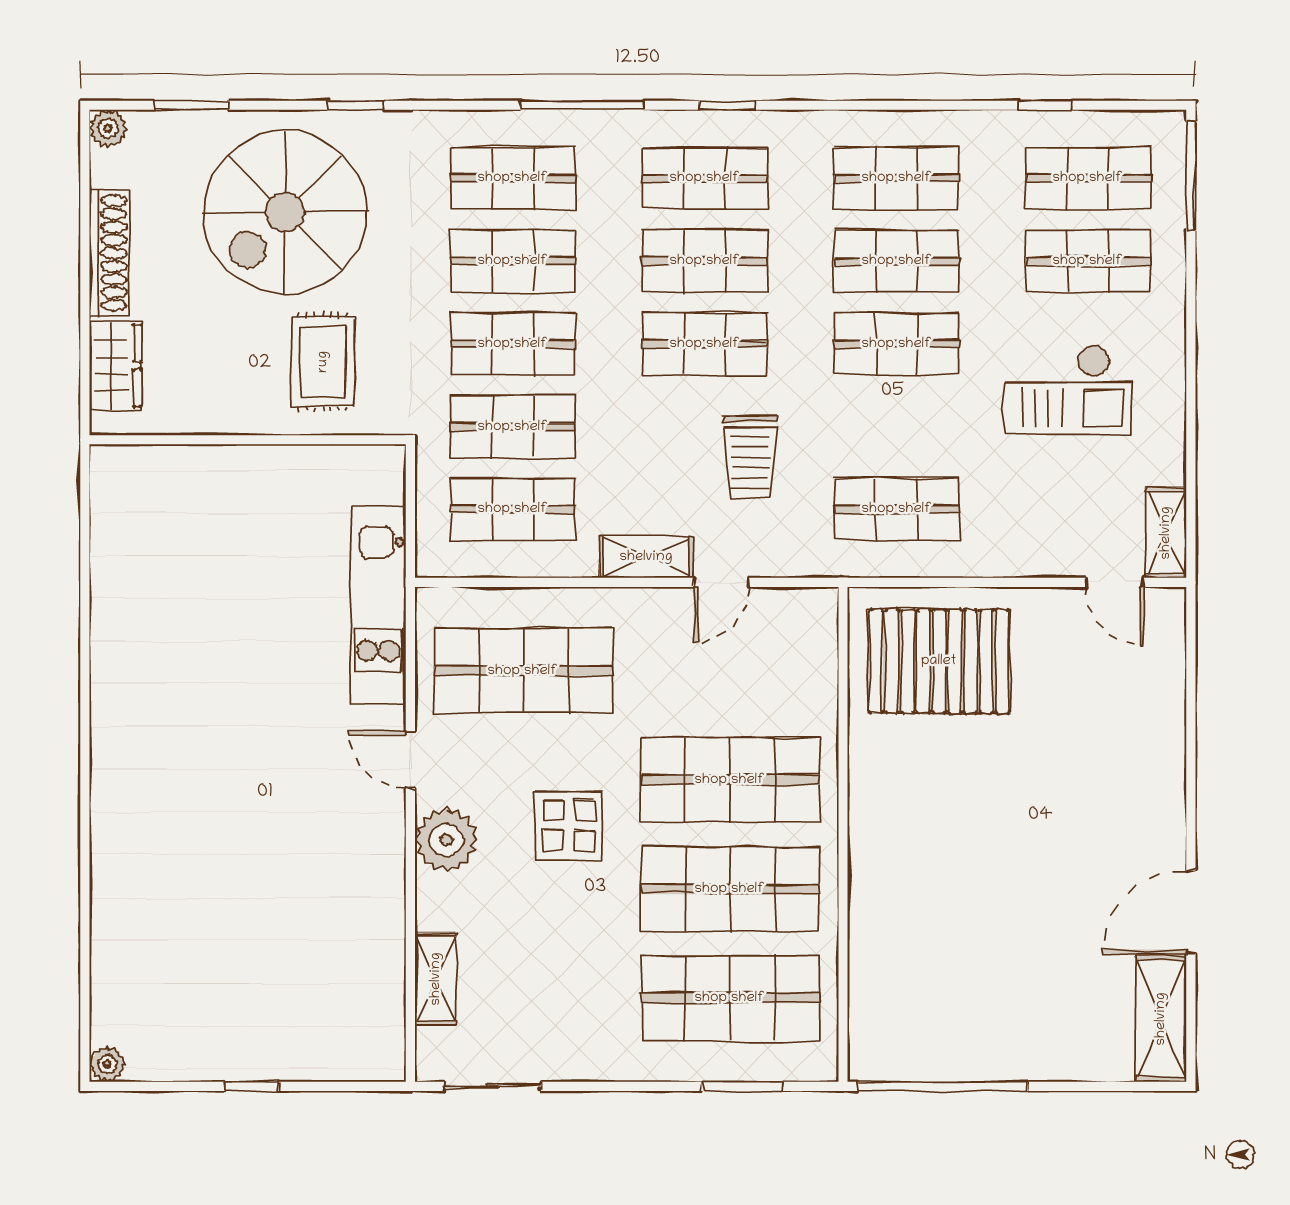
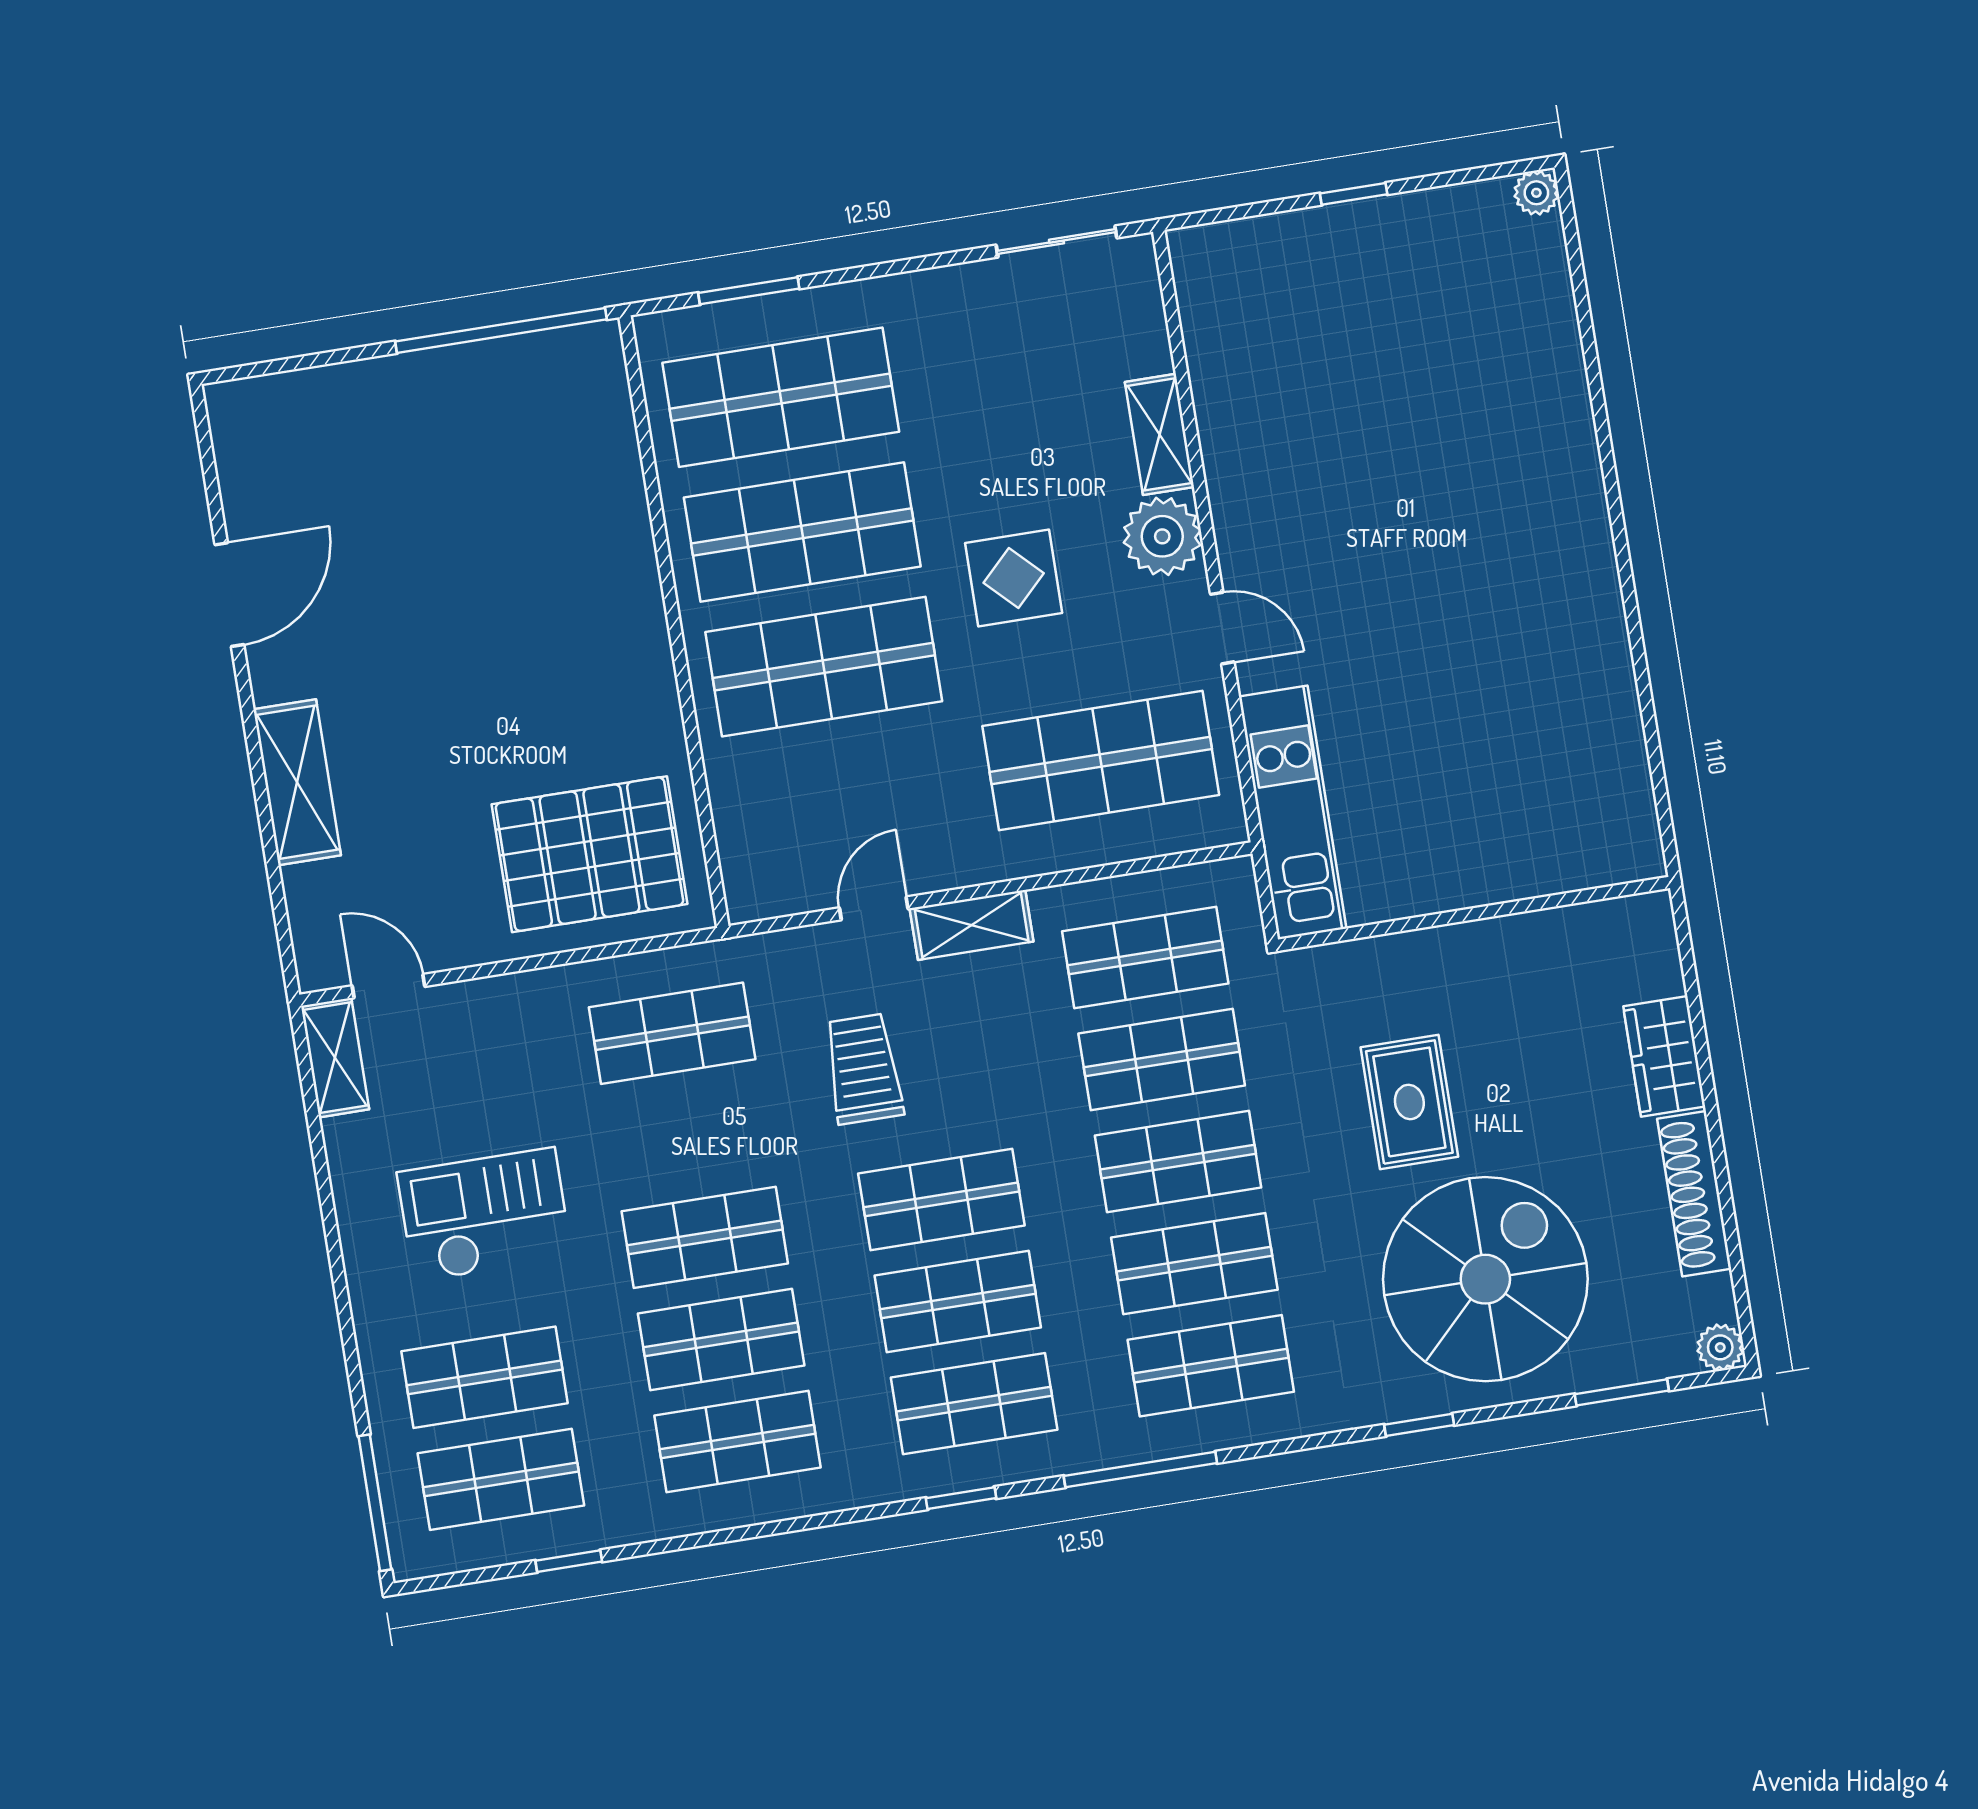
wall: (248, 440) -> (1474, 914), moved
shelving: (436, 979) -> (1159, 434), moved
shelving: (1161, 1019) -> (297, 782), moved

